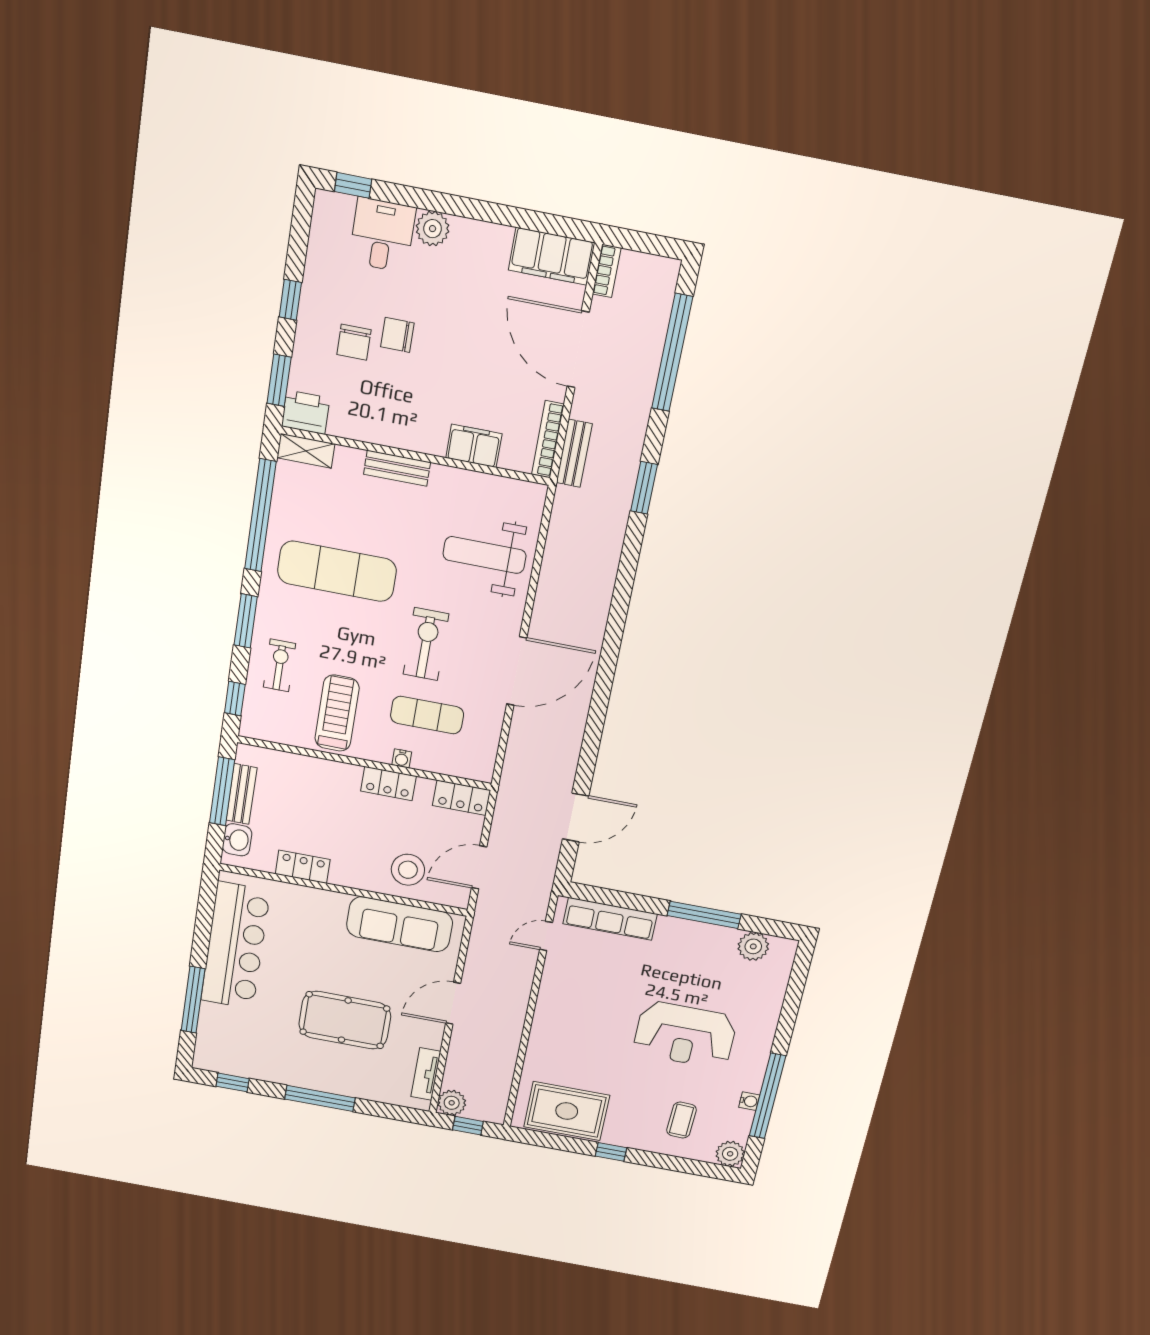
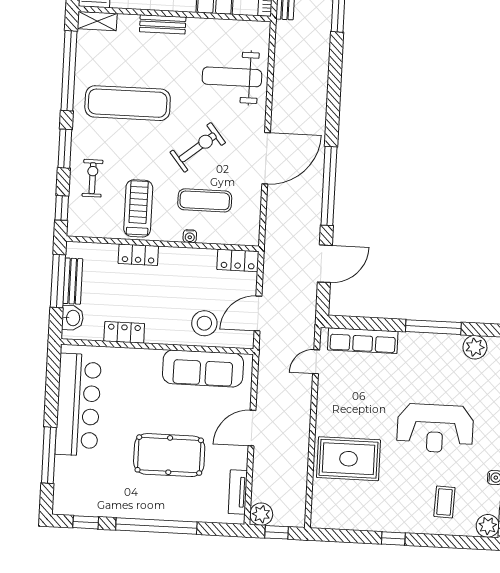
exercise bike: (426, 644) -> (198, 147), turned 51
window: (596, 719) -> (329, 186), added
locker: (388, 784) -> (138, 255), moved
window: (320, 1098) -> (156, 526), width x1.46
rug: (567, 1111) -> (349, 459), moved

